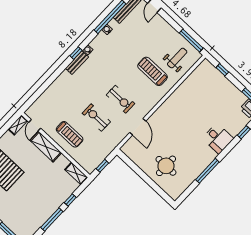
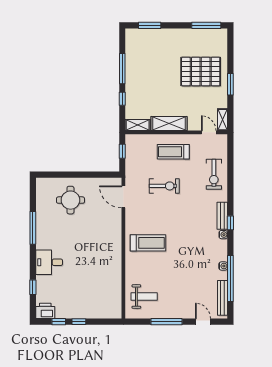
window: (191, 41) -> (166, 322), moved
weight bench: (177, 58) -> (144, 297), turned -90
window: (222, 70) -> (79, 322), moved
treadmill: (153, 71) -> (148, 243), moved
exercise bike: (120, 99) -> (214, 174), moved, turned -90
door: (138, 127) -> (123, 197), moved
shelving: (46, 147) -> (169, 123), moved

